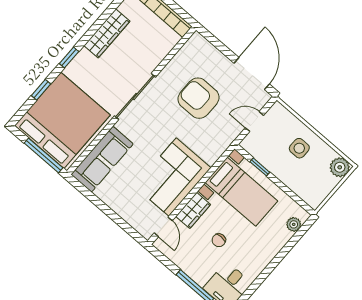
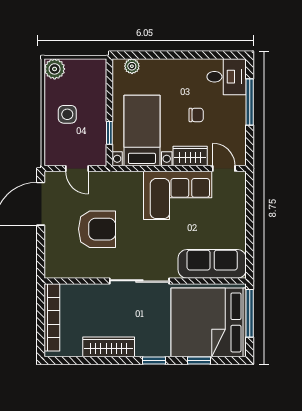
armchair: (199, 98) -> (97, 229), turned -90
door: (163, 227) -> (224, 168), hinge flipped

